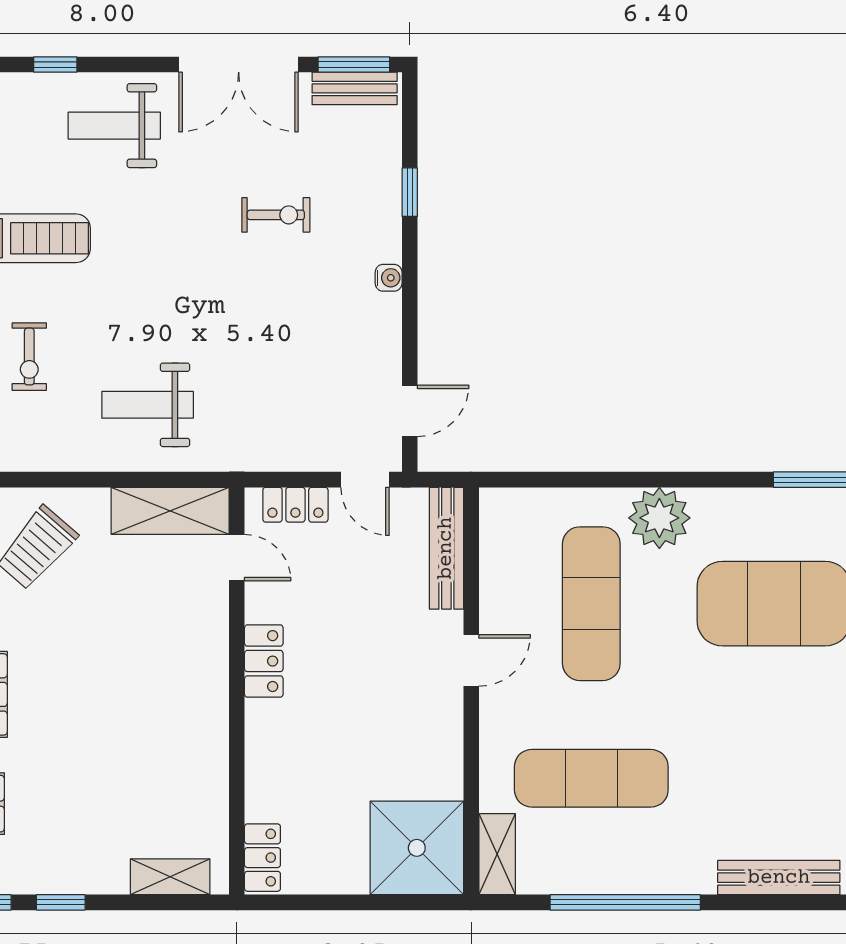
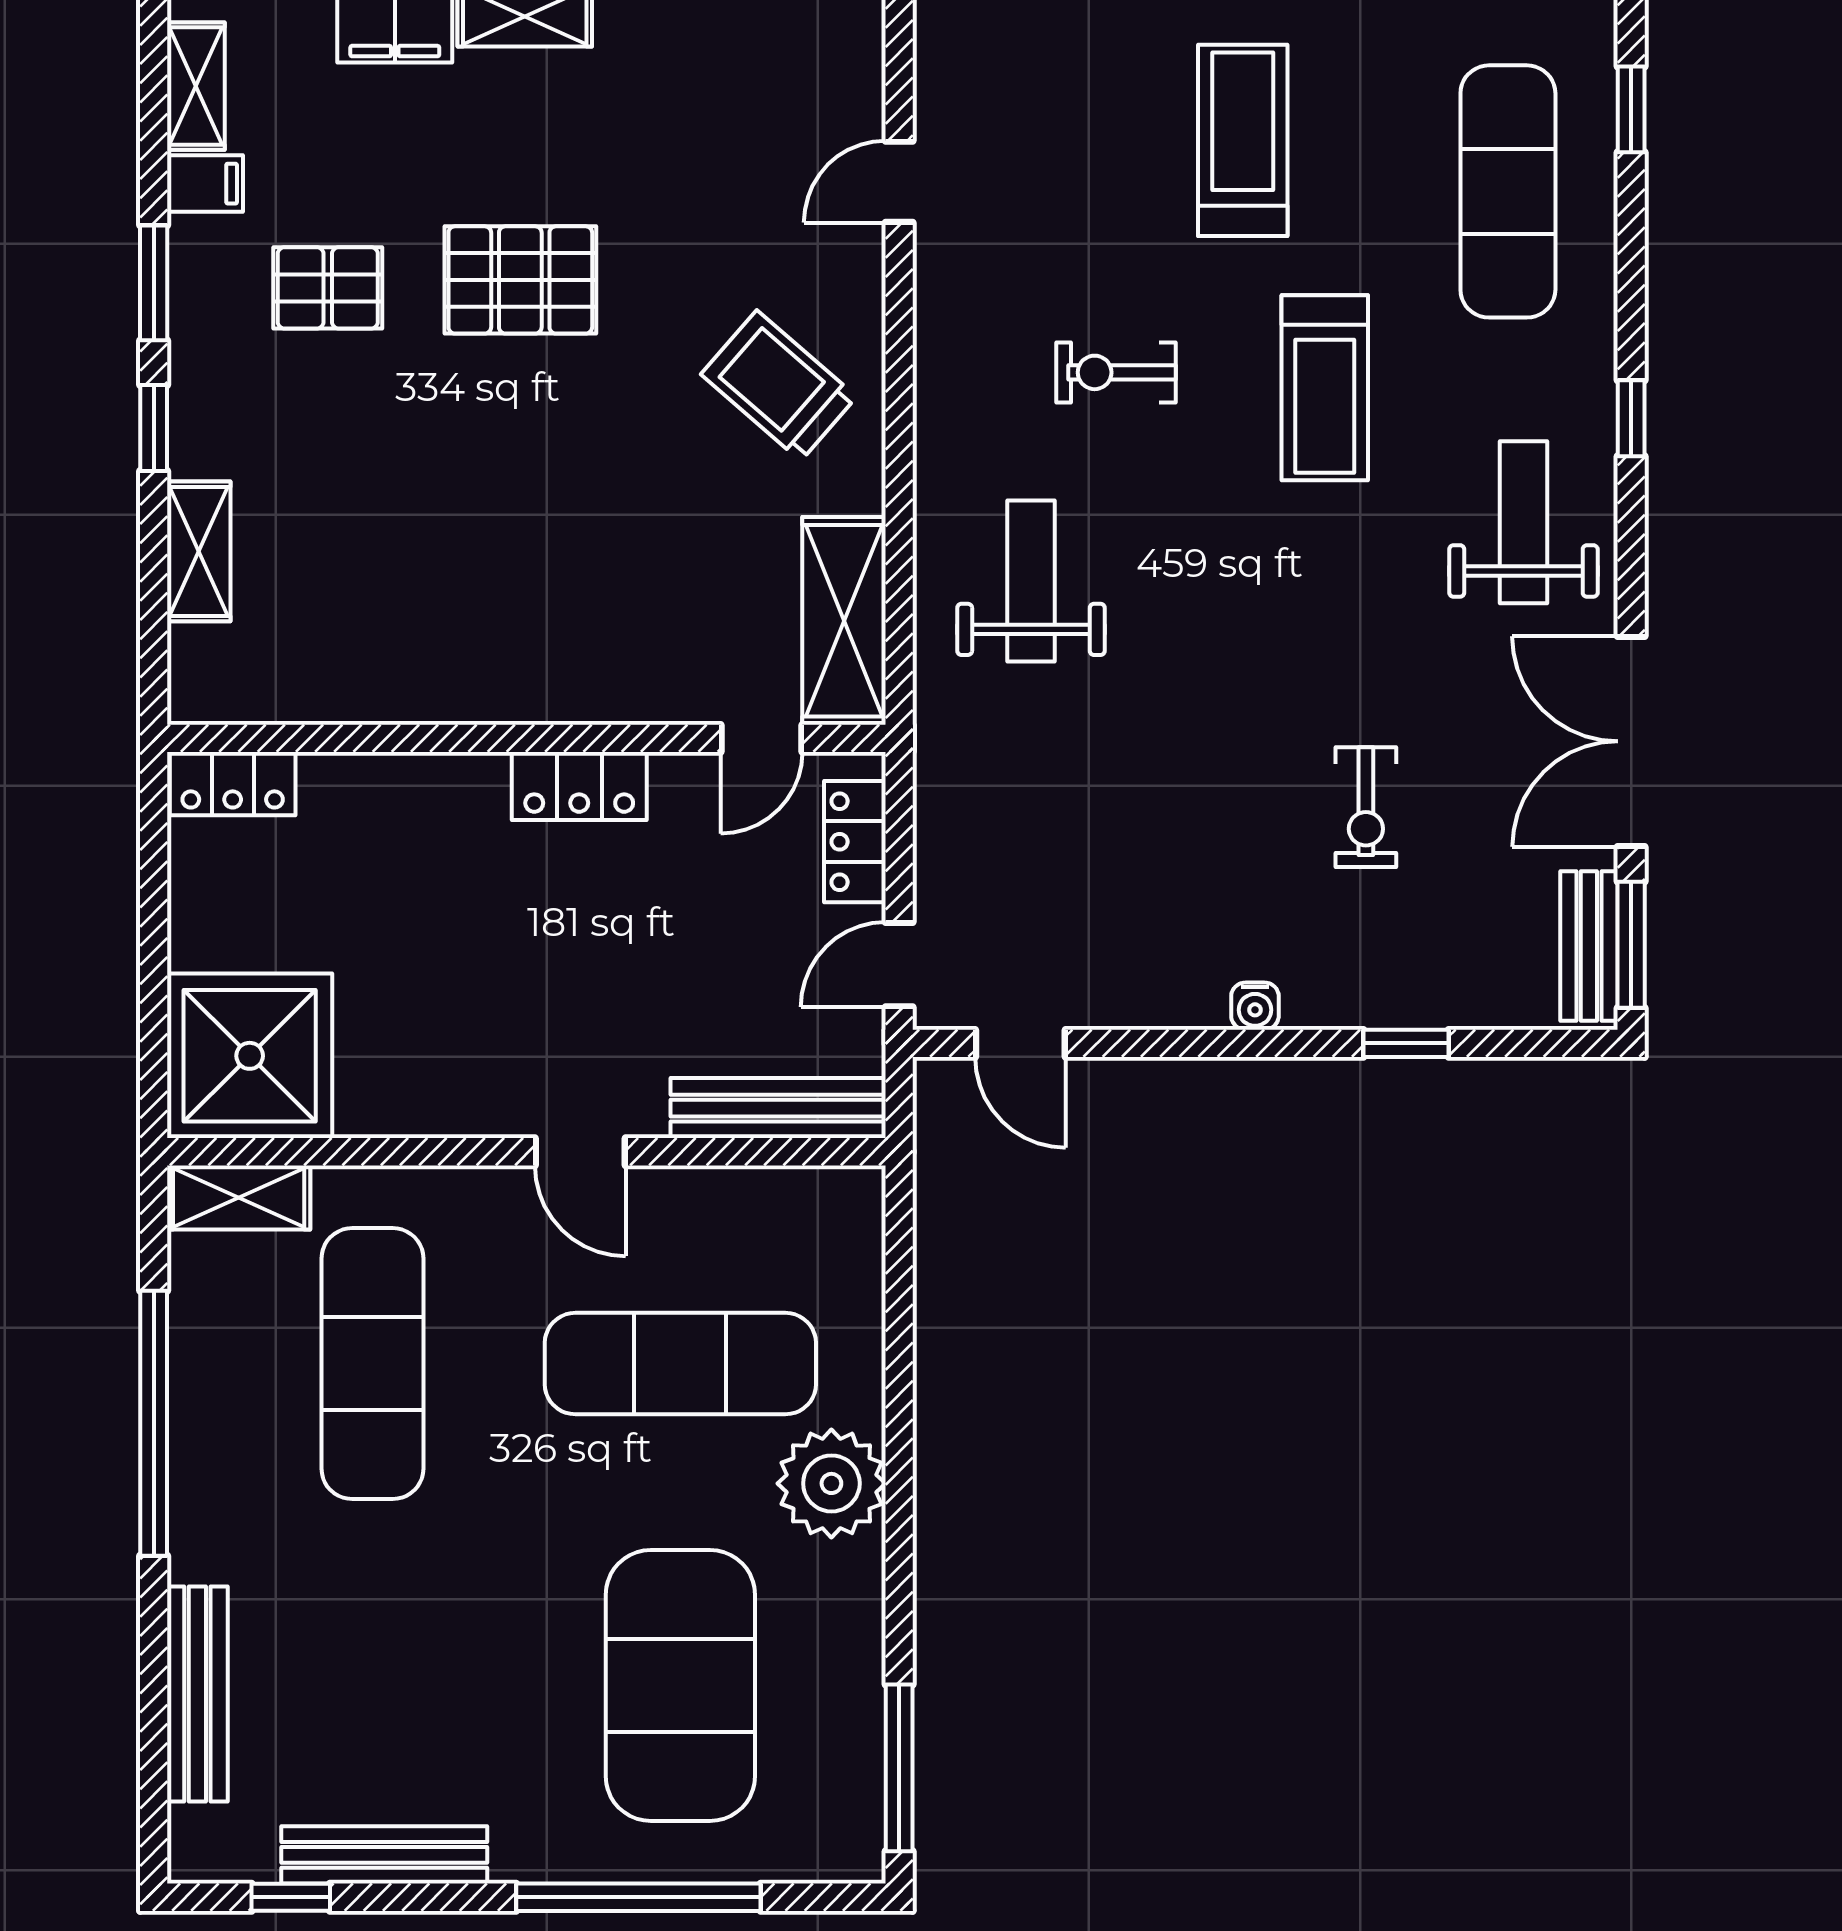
shelving: (170, 877) -> (199, 551), moved

